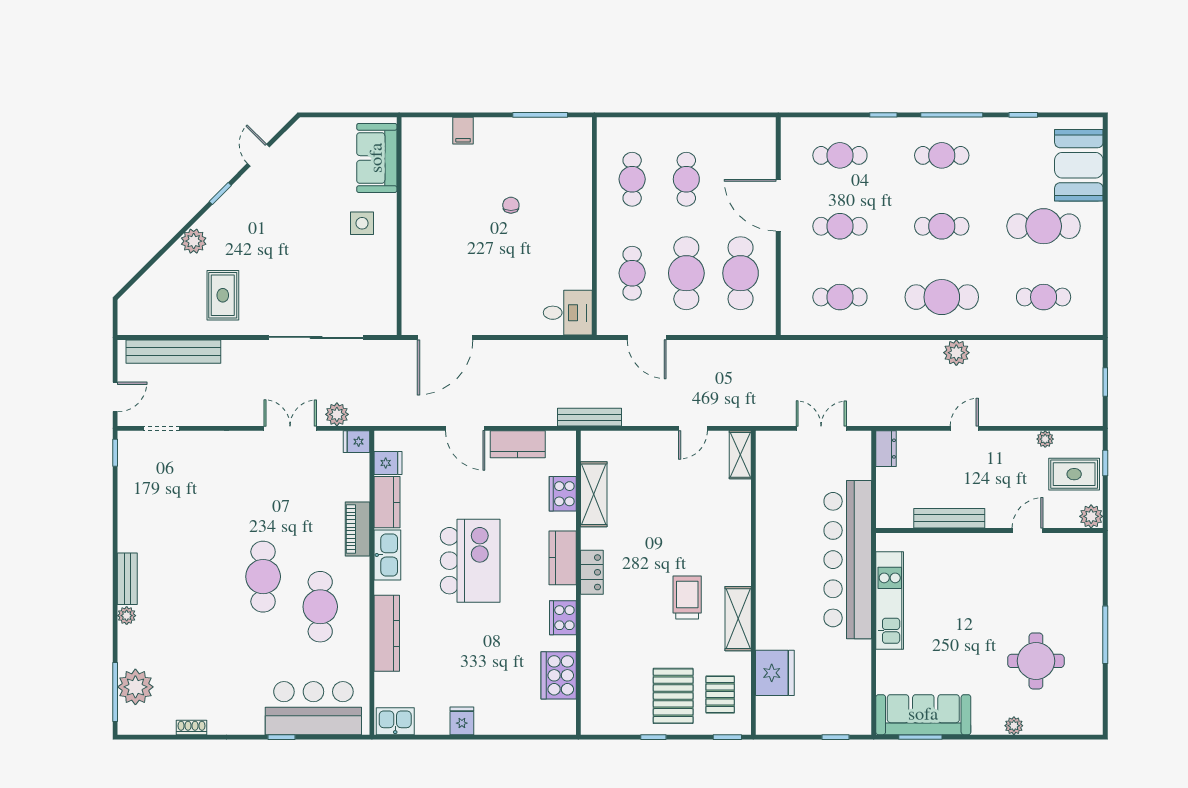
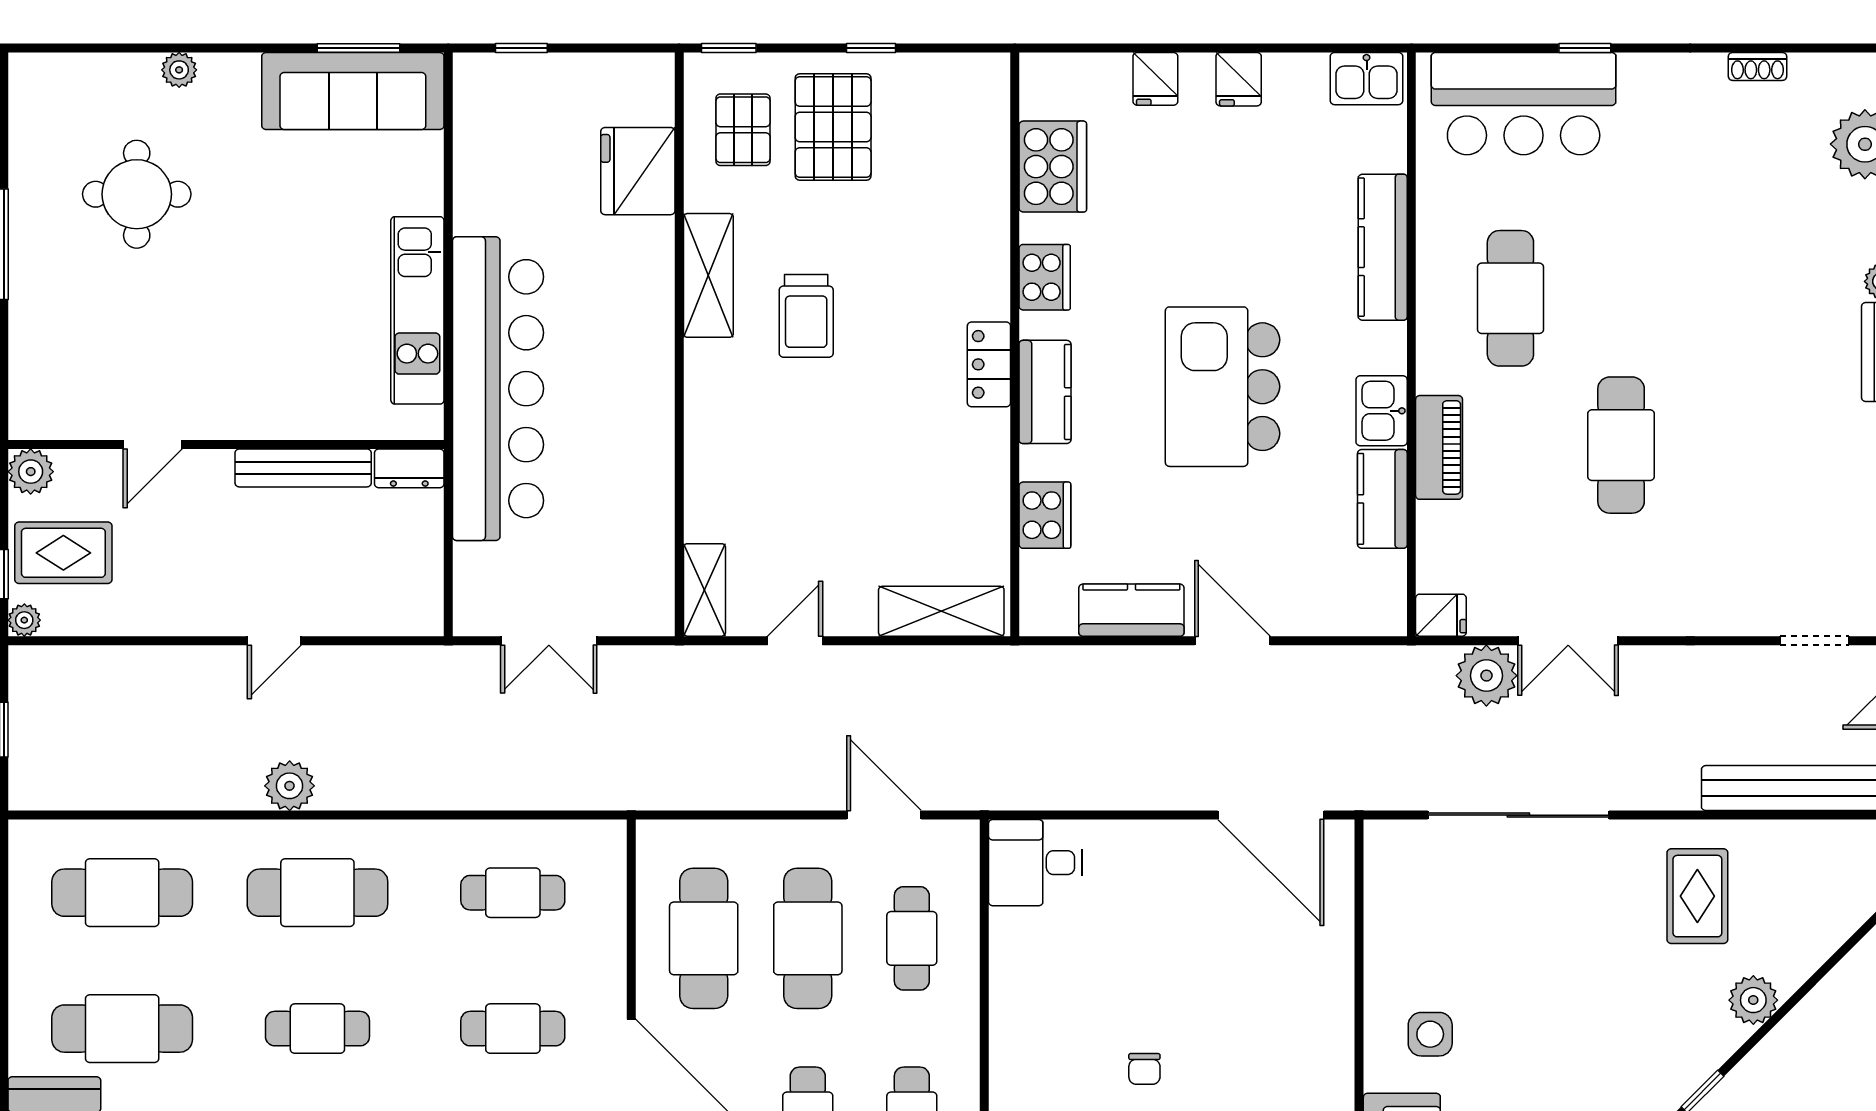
cafe table: (1044, 297) -> (122, 893), width x1.37, depth x1.35
door: (445, 337) -> (1271, 815), swing flipped
plant: (337, 414) -> (1486, 676), width x1.36, depth x1.36
bench: (589, 417) -> (994, 662), removed
plant: (1045, 439) -> (24, 620), moved
dresser: (886, 449) -> (409, 468), moved, turned -90
fridge: (388, 463) -> (1155, 79), moved, turned -90
shelving: (594, 494) -> (941, 611), moved, turned 90
kitchen sink: (387, 555) -> (1382, 411), width x0.73
cafe table: (263, 577) -> (1621, 445), moved

